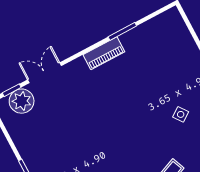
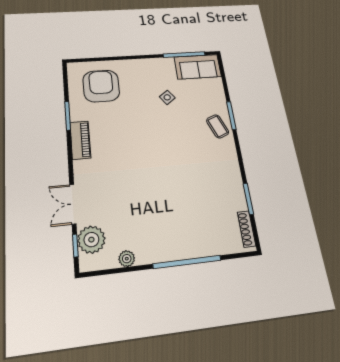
armchair: (166, 48) -> (101, 86), added
plant: (18, 136) -> (127, 259), added

